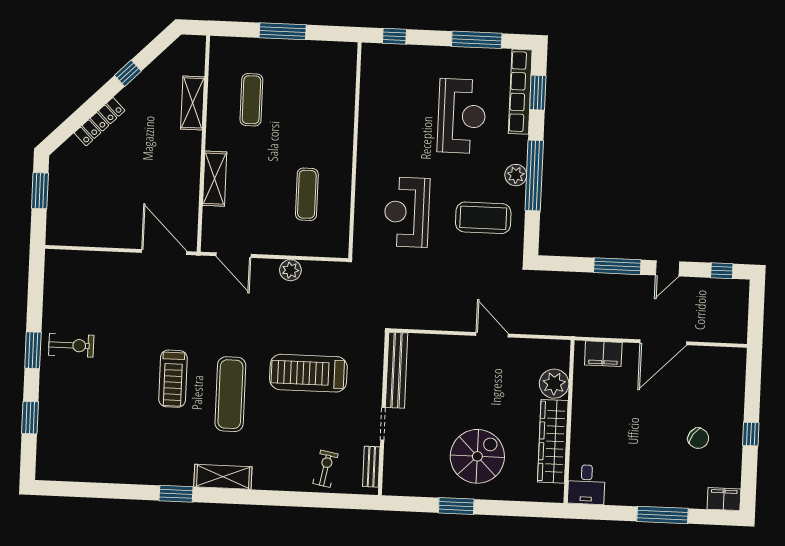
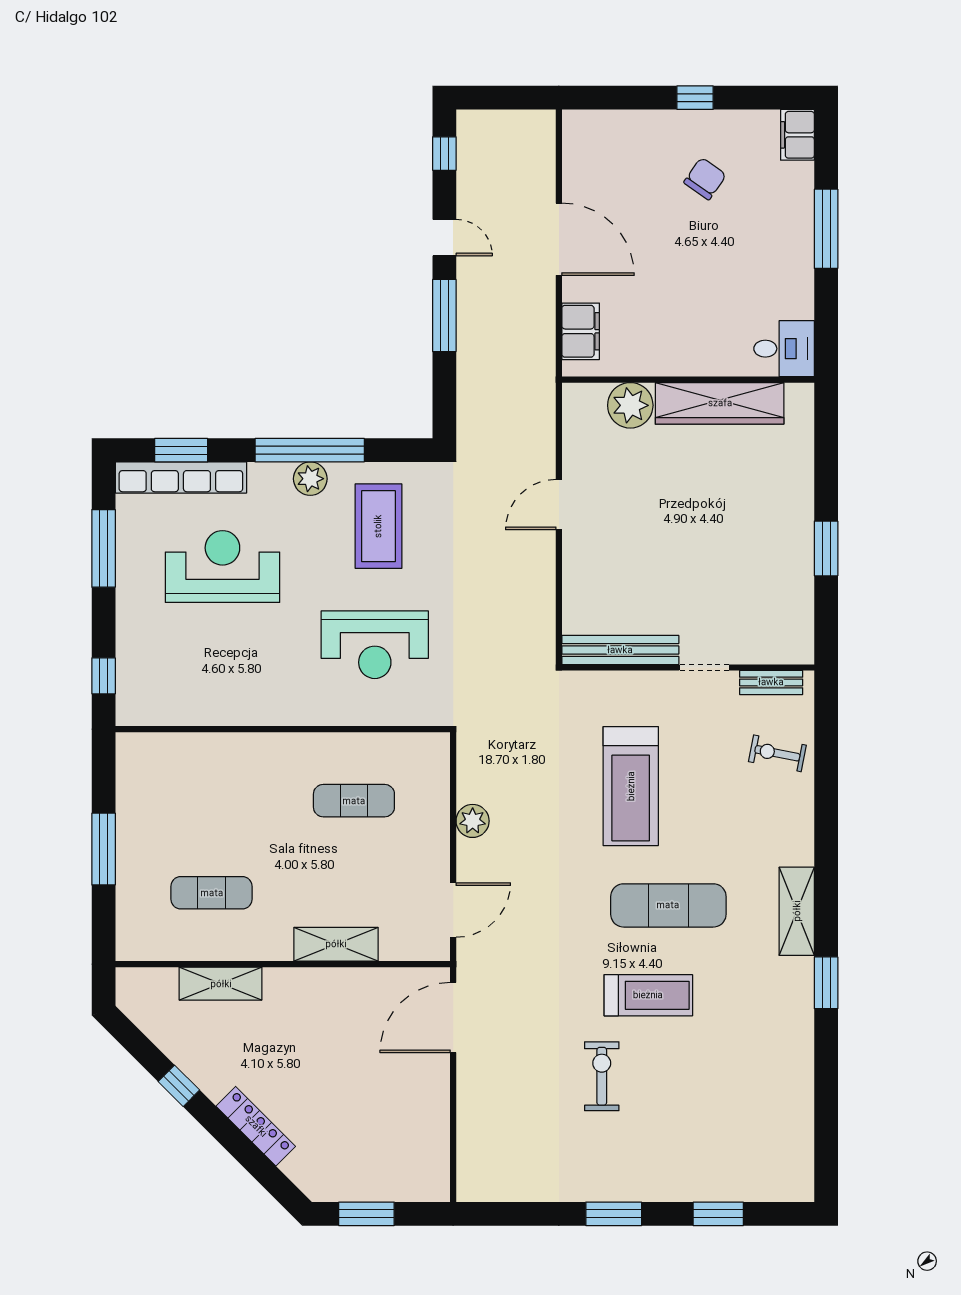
exercise bike: (71, 345) -> (602, 1076), moved
spiral stairs: (477, 456) -> (748, 519), removed

